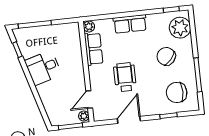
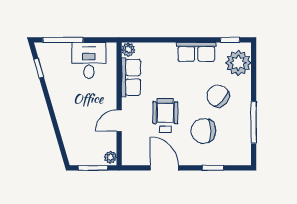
row of seats: (130, 24) -> (196, 52), moved
desk: (43, 68) -> (89, 60), moved, turned 106
chair: (177, 92) -> (203, 131), moved
door: (89, 100) -> (119, 121), moved
door: (129, 120) -> (164, 168), hinge flipped

